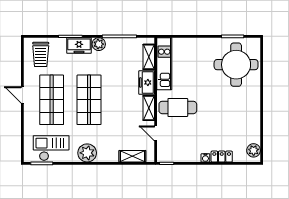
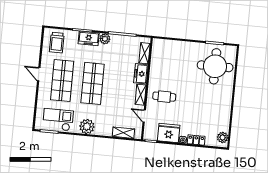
kitchen unit: (164, 64) -> (157, 60), removed
cafe table: (178, 107) -> (164, 97), width x0.73, depth x0.74
fridge: (187, 151) -> (169, 133), added

